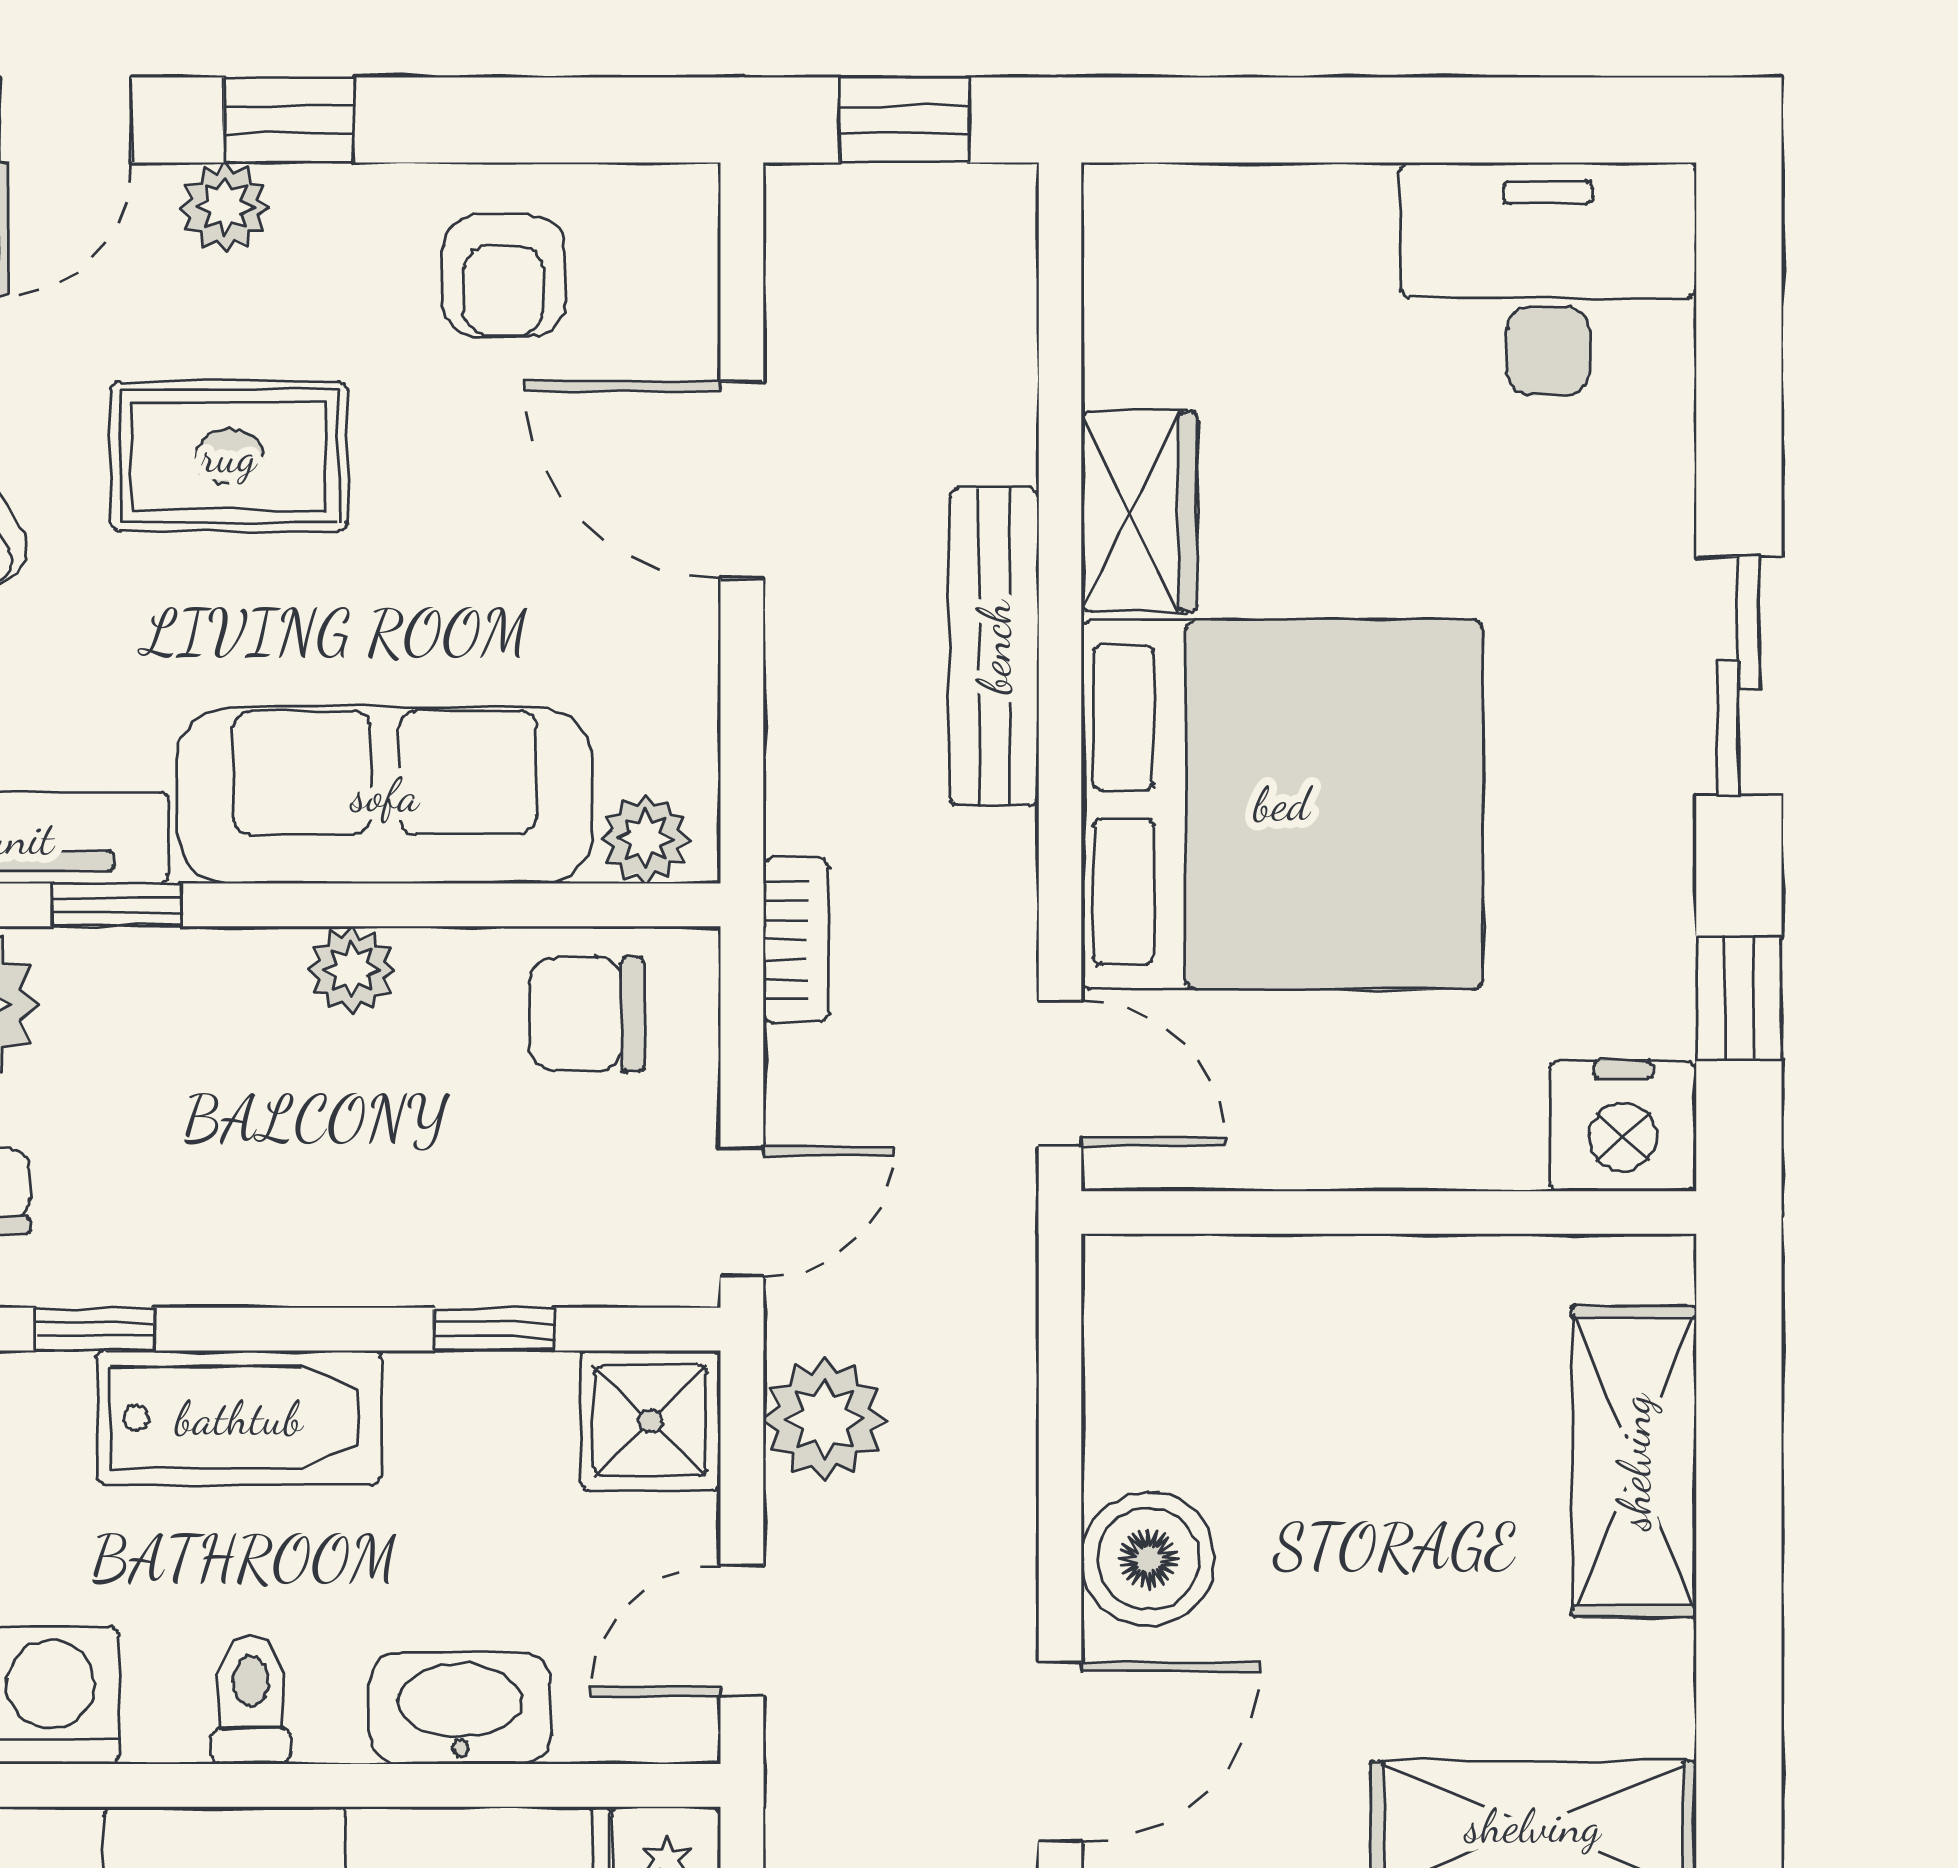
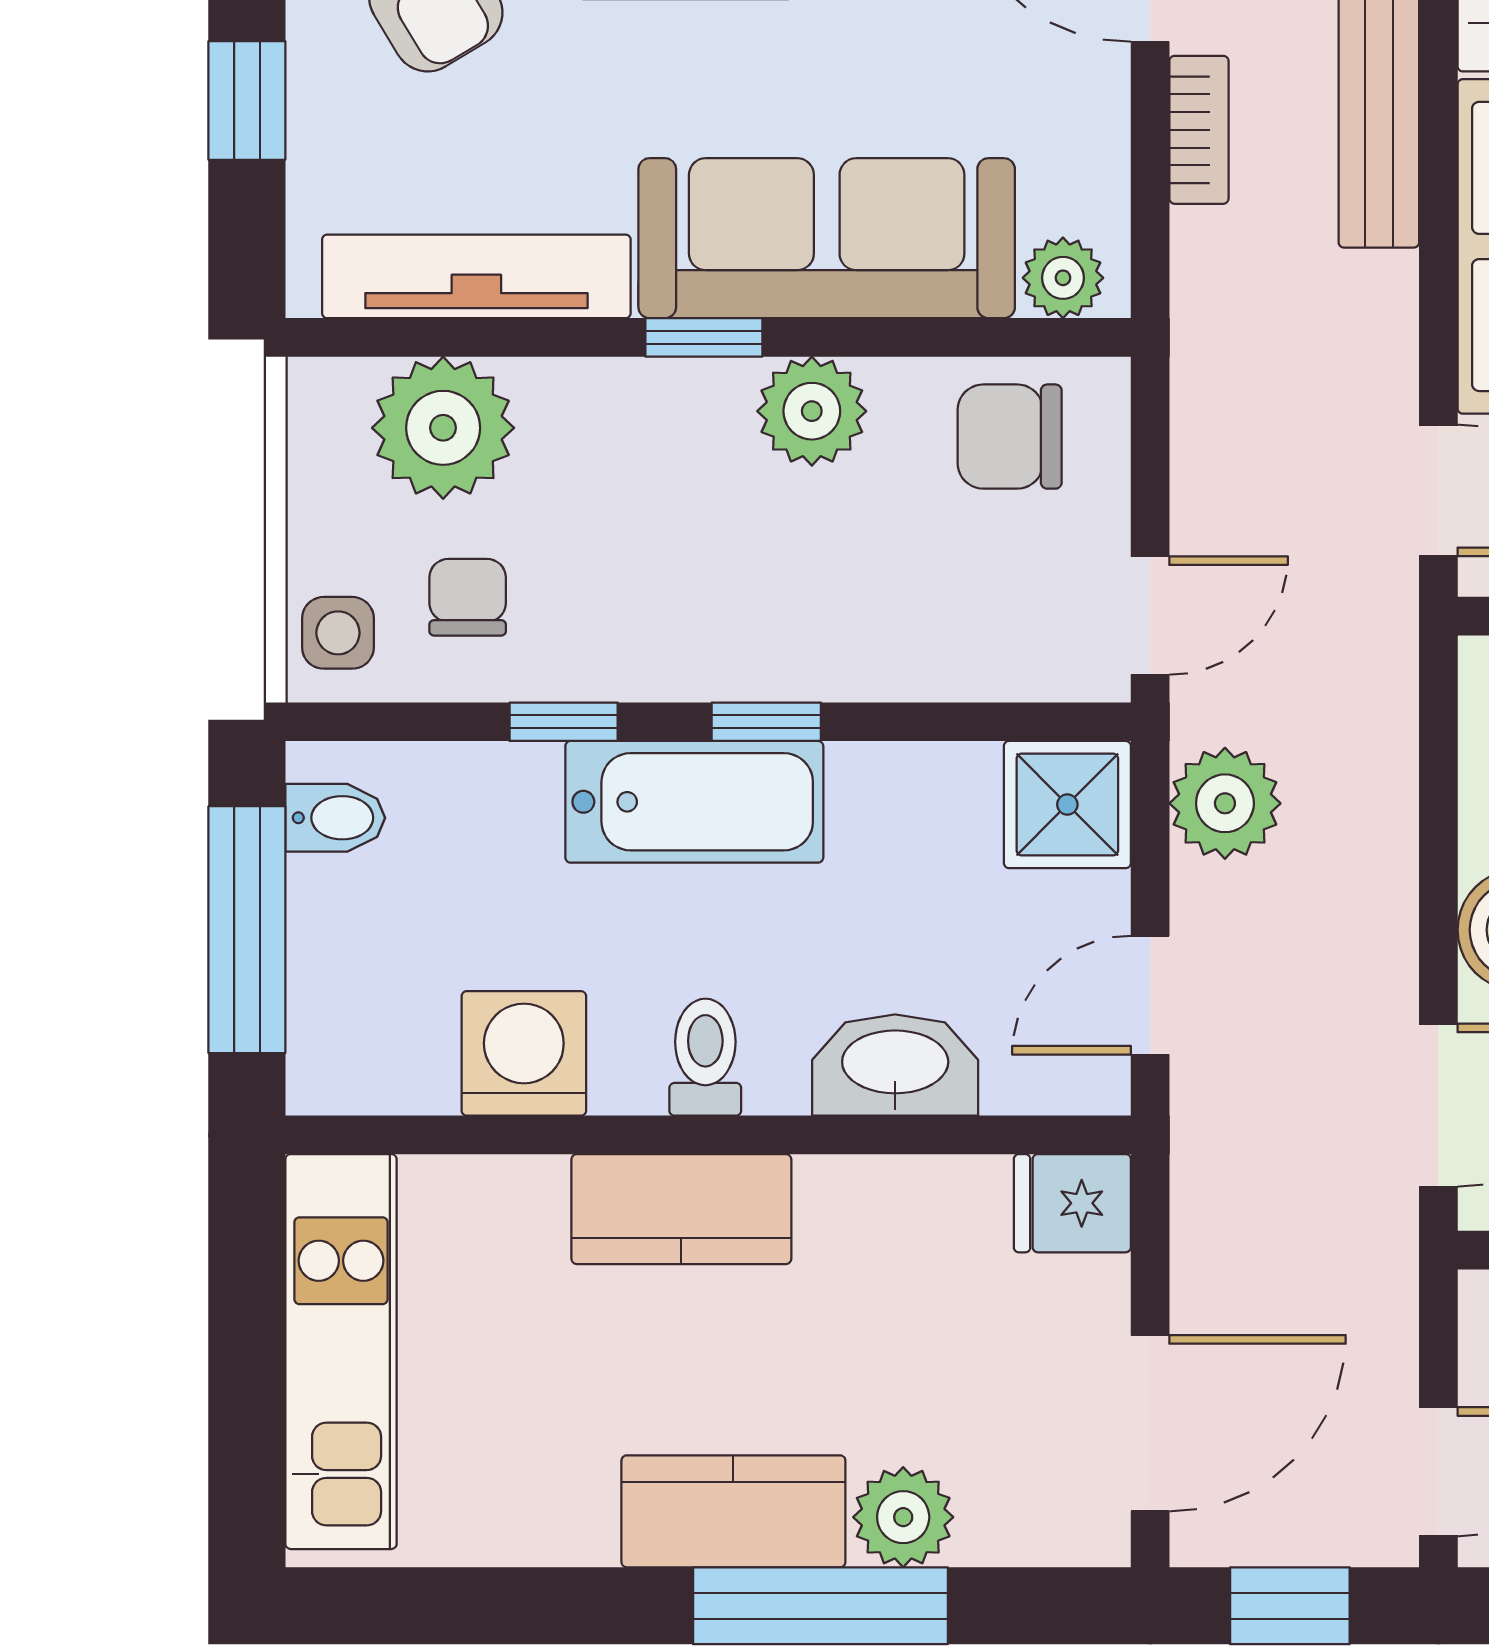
window: (117, 905) -> (704, 337), moved
bookcase: (796, 940) -> (1199, 130), moved
plant: (352, 970) -> (812, 411), width x1.38, depth x1.38
window: (494, 1329) -> (766, 722), moved

